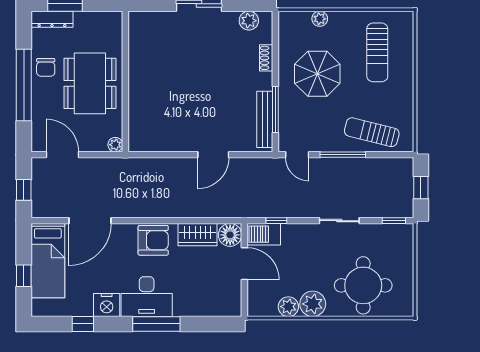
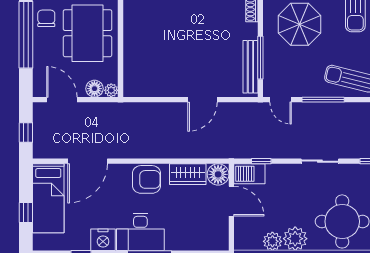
chair: (46, 67) -> (46, 18), turned 180
floor lamp: (97, 143) -> (94, 89), added

